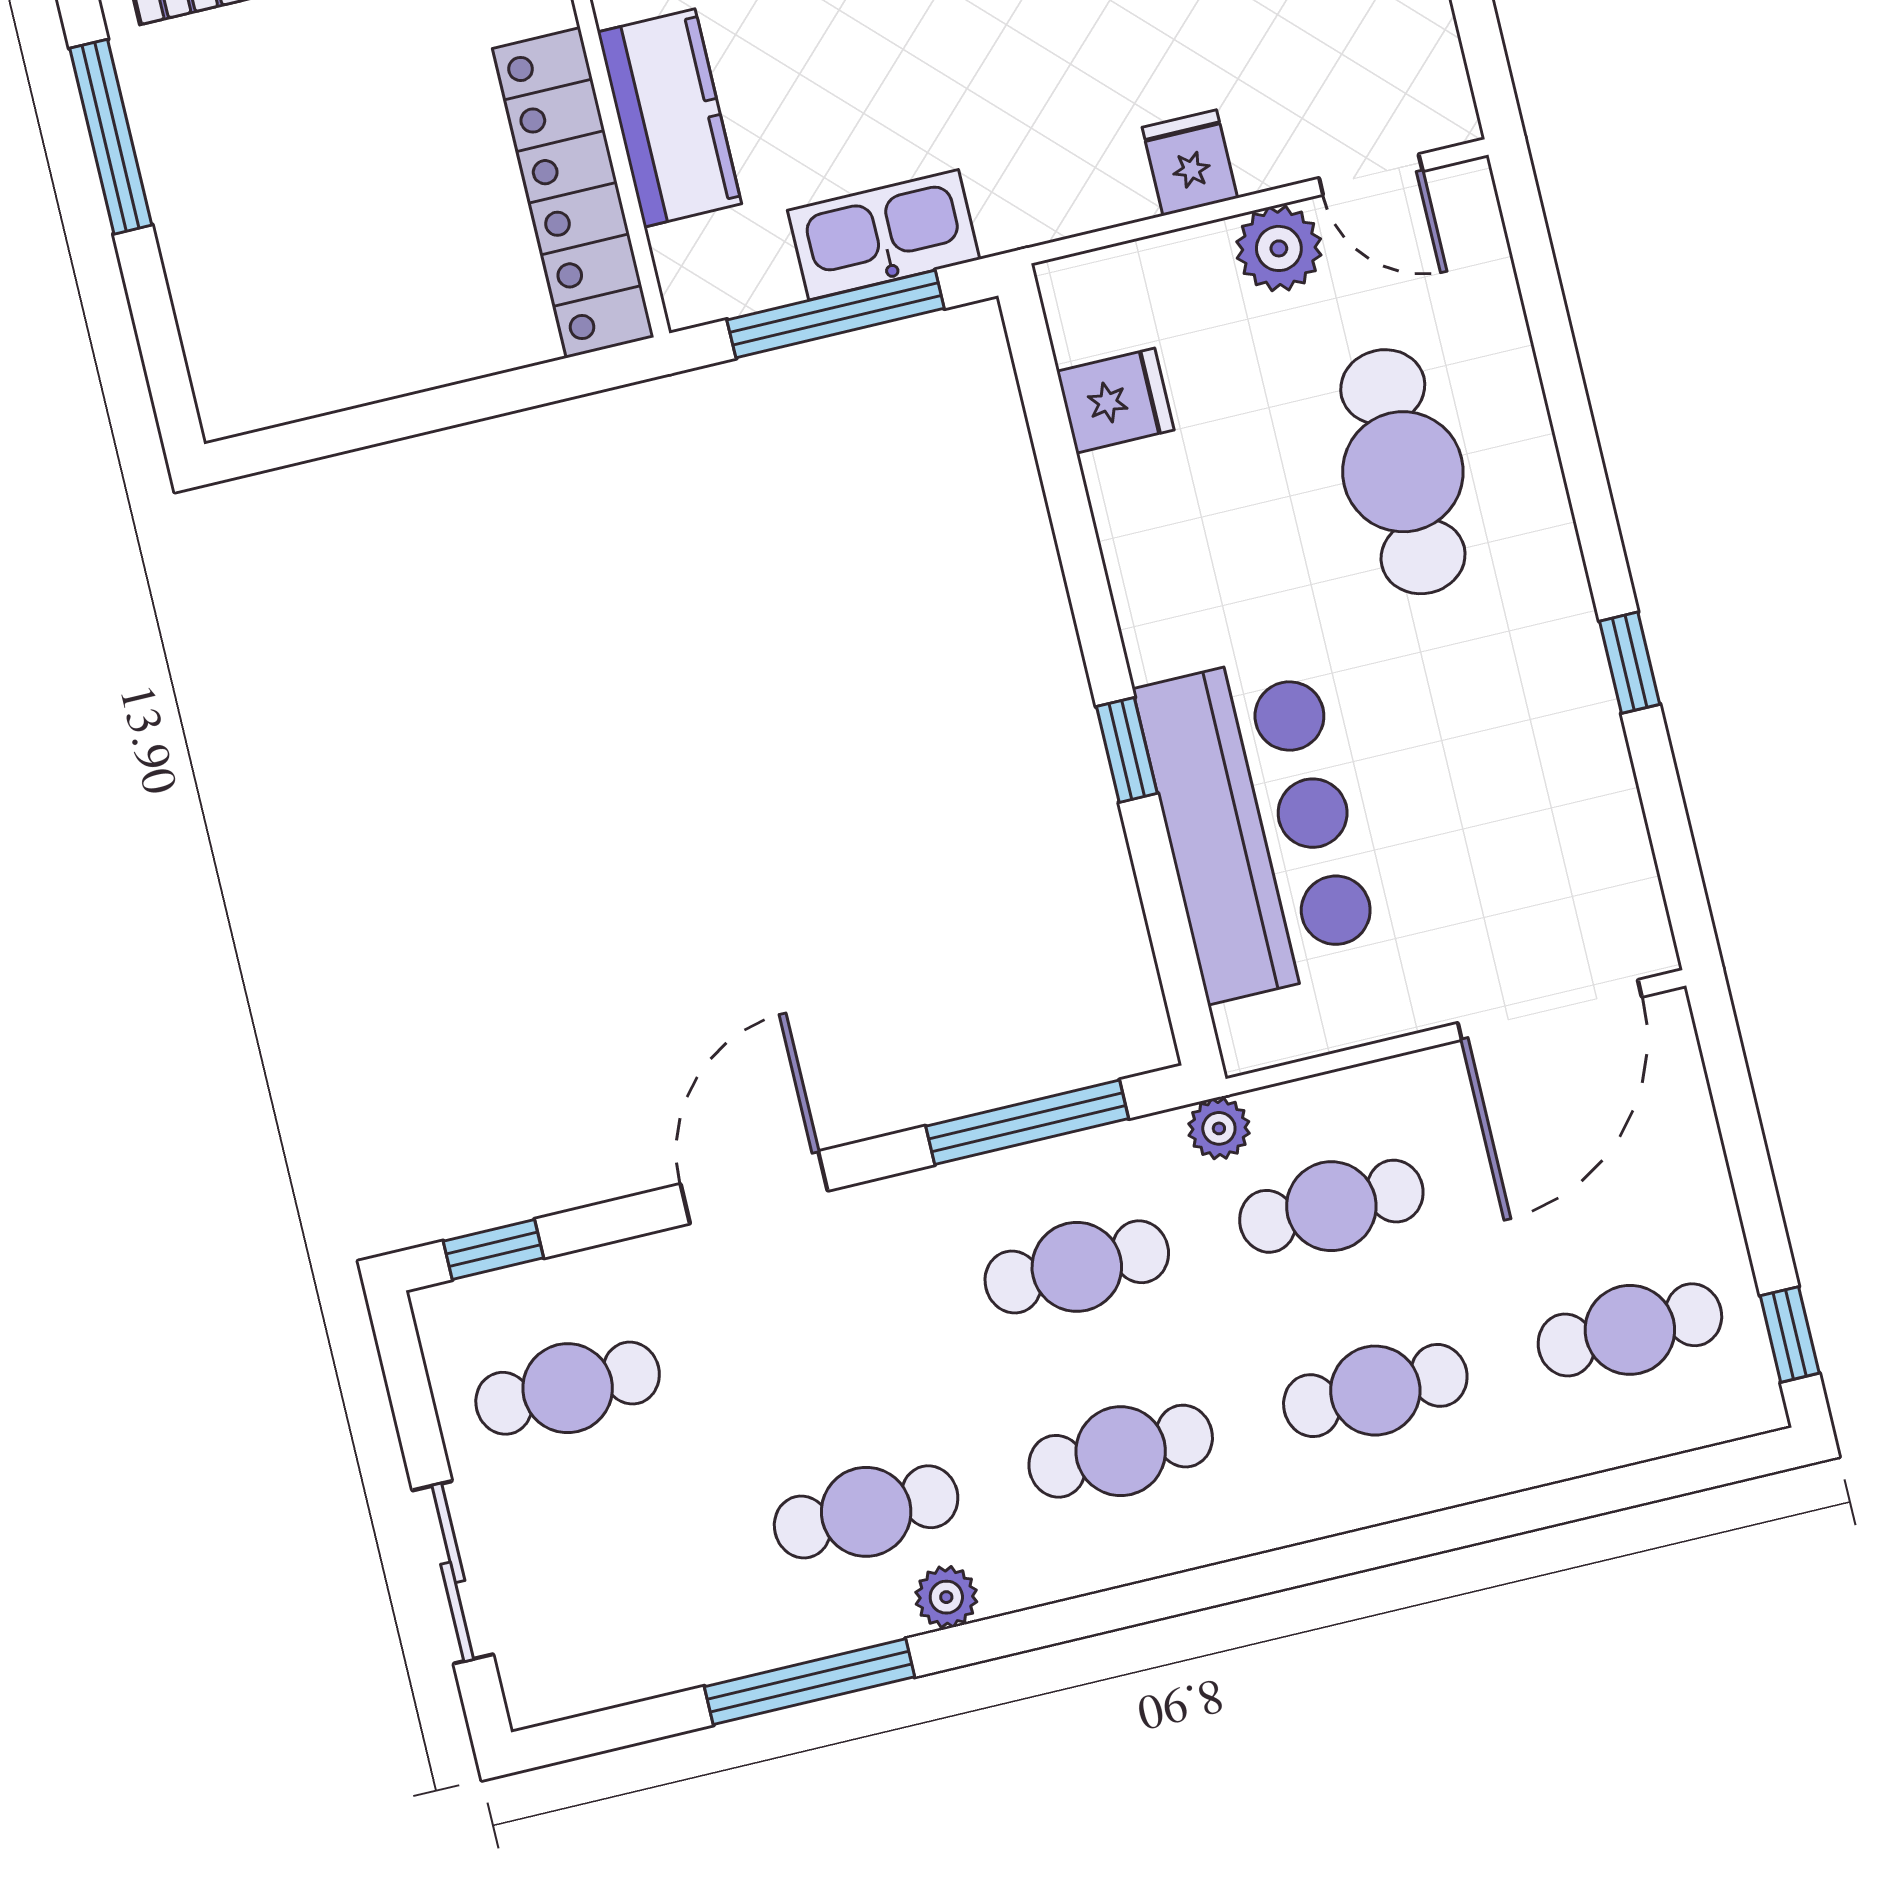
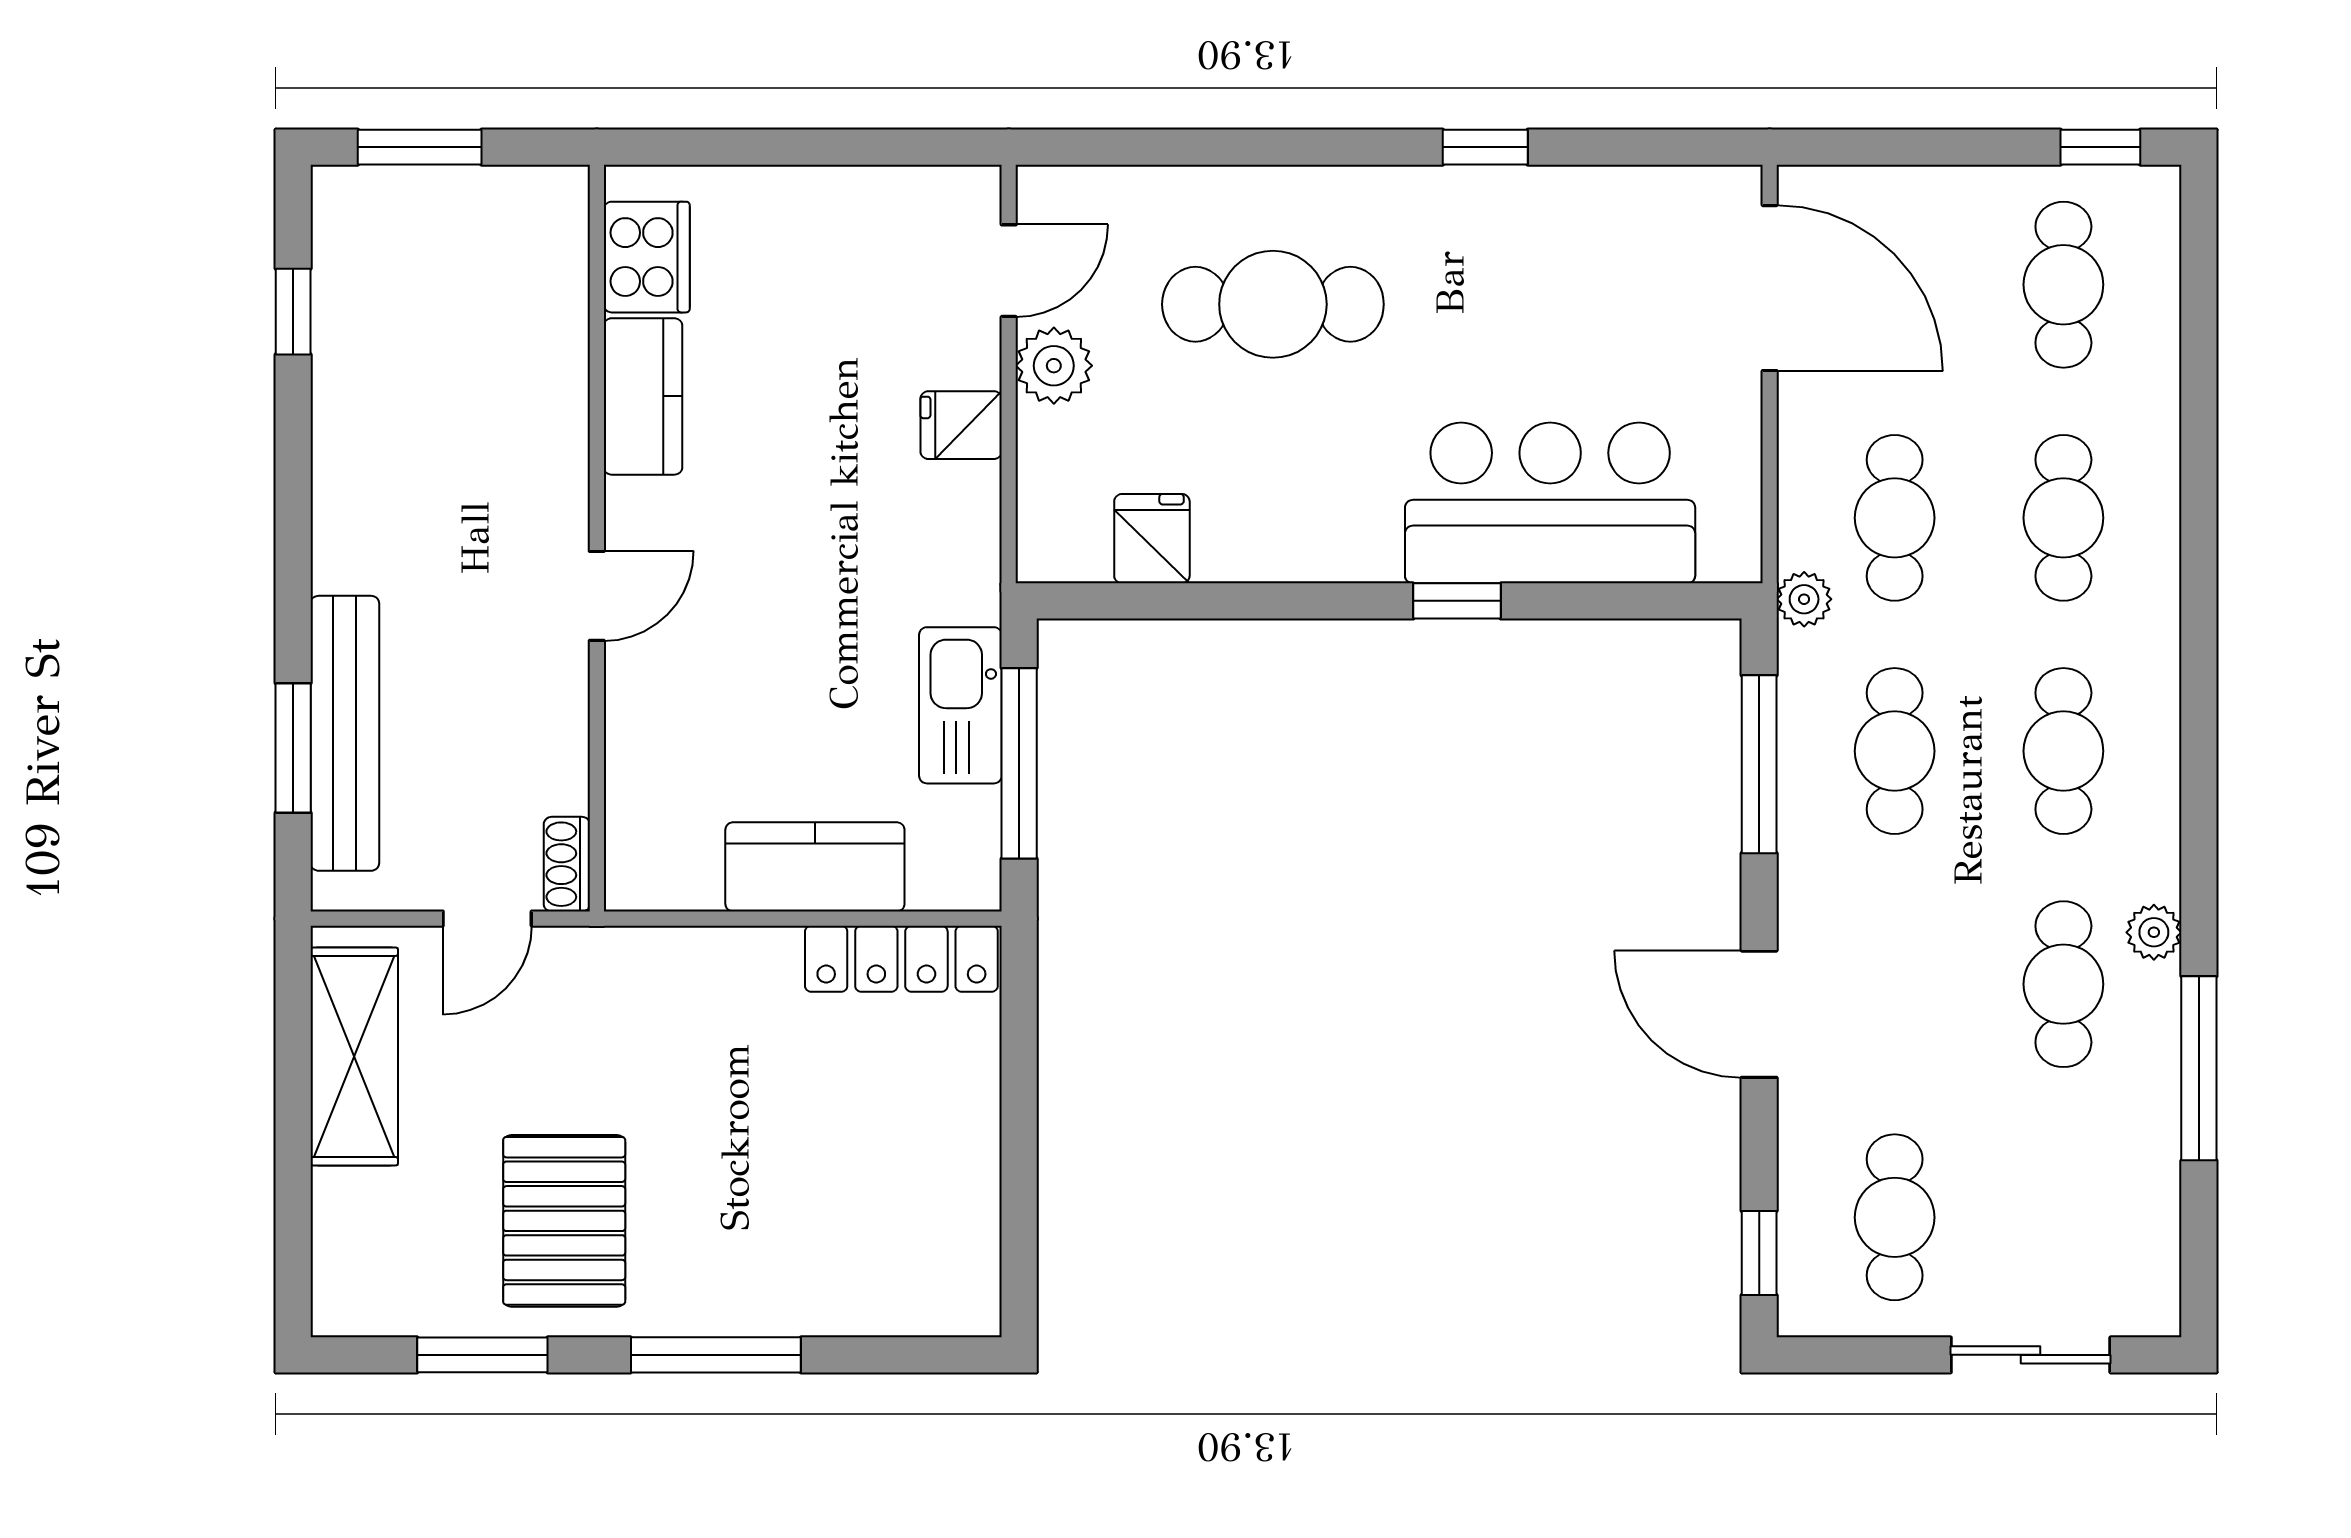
locker: (573, 193) -> (901, 959), width x0.71, depth x0.83

